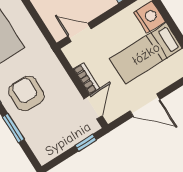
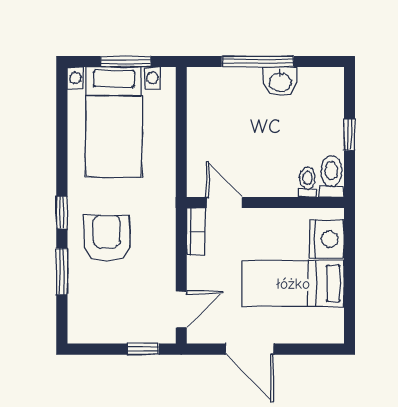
bookcase: (86, 79) -> (196, 231), moved

